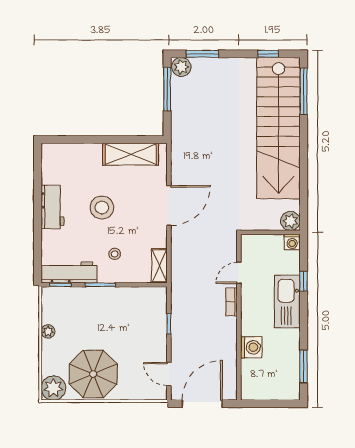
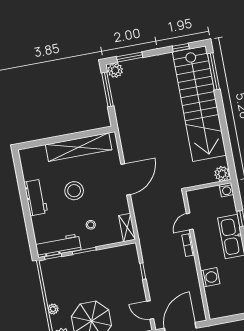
shelving: (131, 154) -> (79, 147), width x1.47
plant: (48, 331) -> (53, 309), moved

